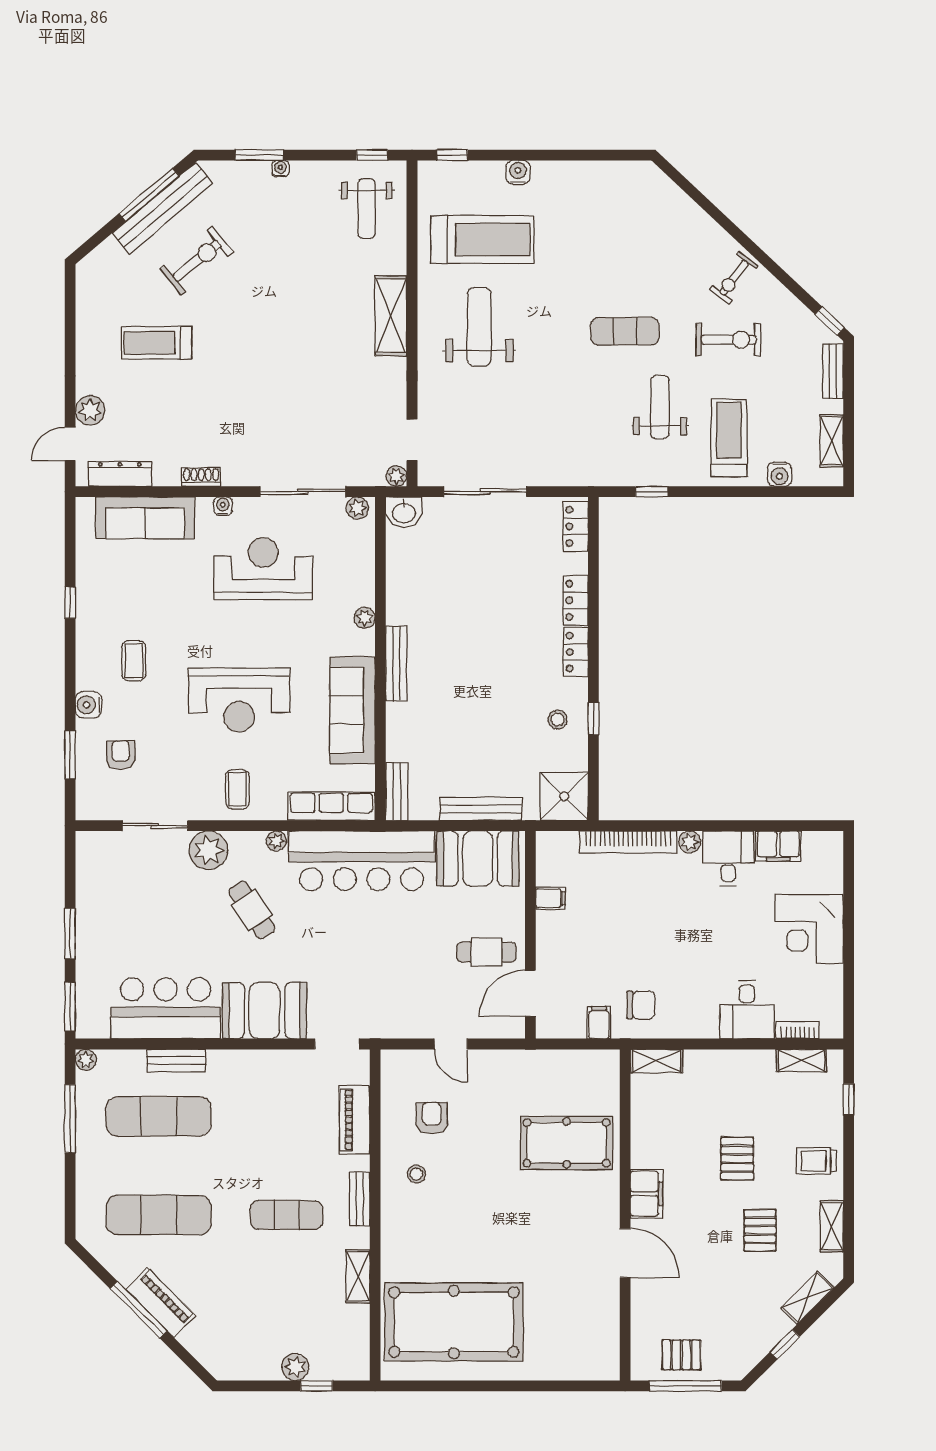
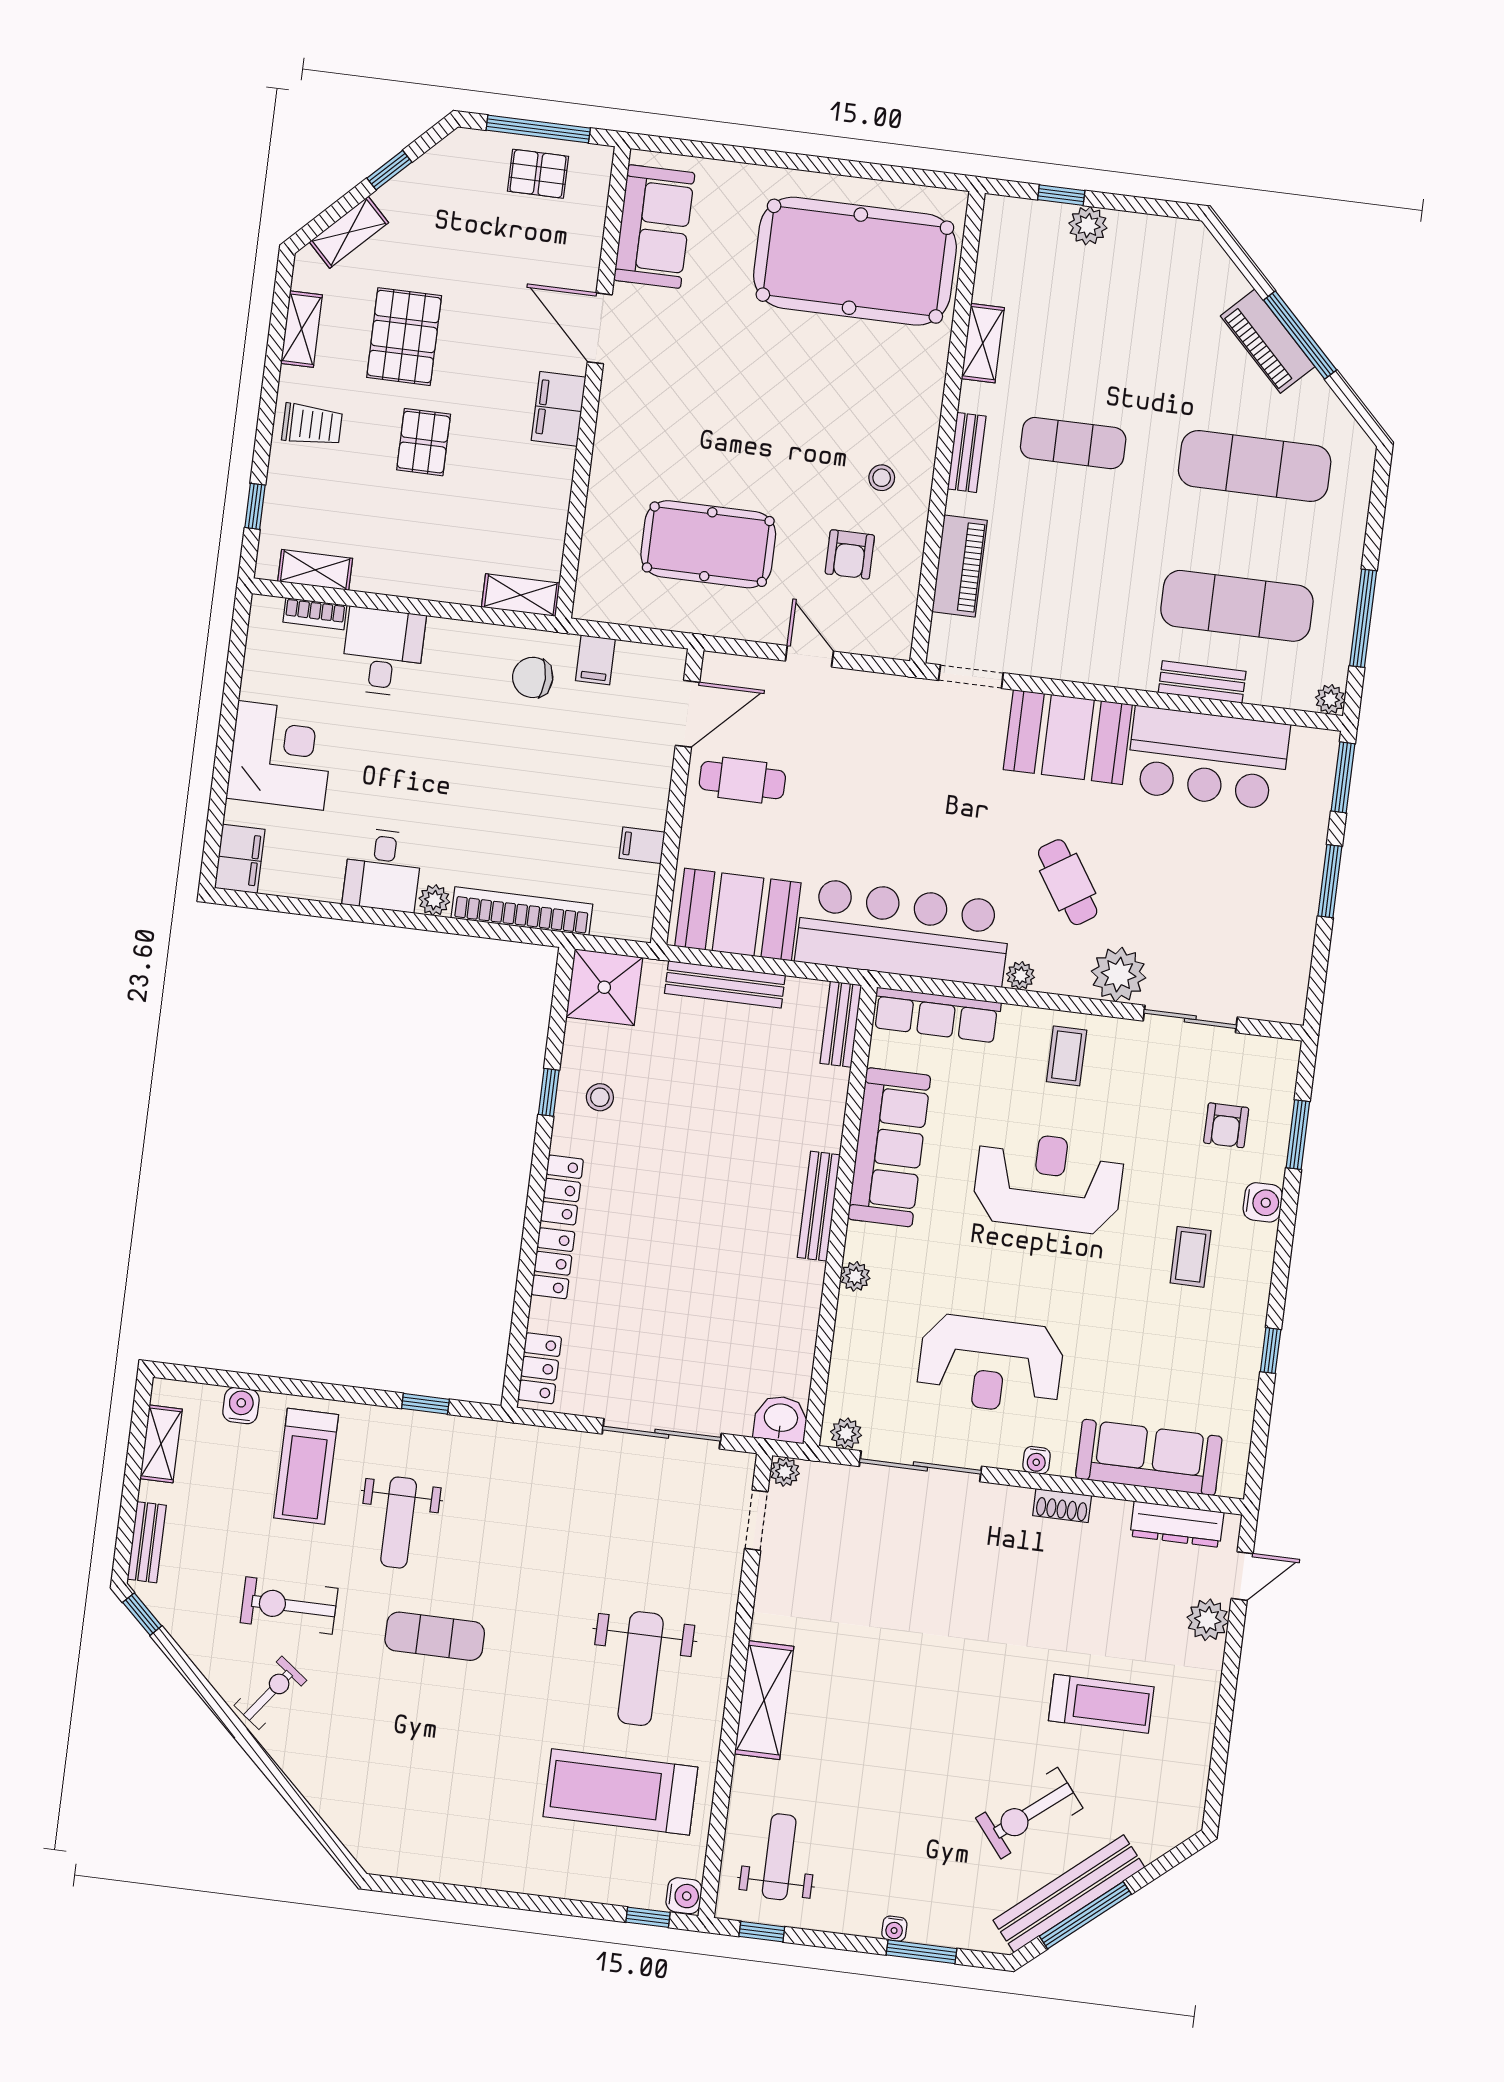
water cooler: (518, 172) -> (684, 1896), moved, turned -90
filing cabinet: (778, 846) -> (240, 859), moved, turned 90
pool table: (567, 1143) -> (708, 544), moved
pallet: (760, 1230) -> (404, 337), width x1.50, depth x1.42
sofa: (596, 1328) -> (654, 227), added

